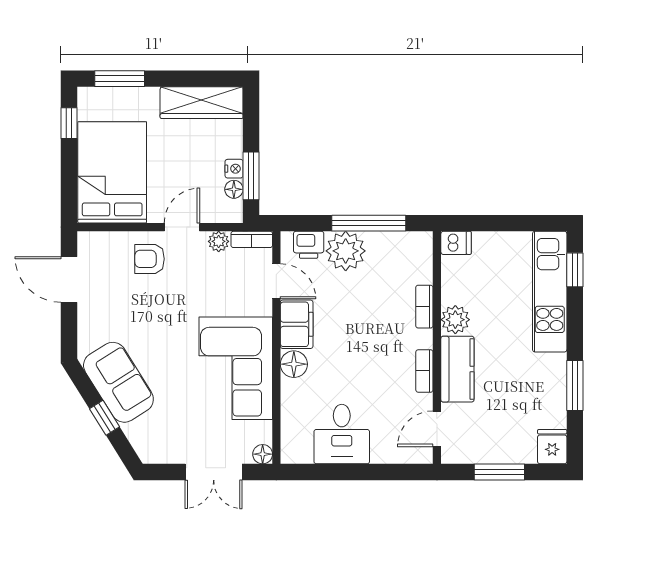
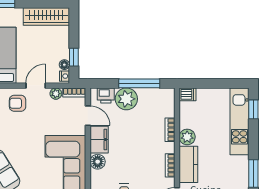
nightstand: (234, 169) -> (64, 76), moved
window: (251, 176) -> (74, 57), width x0.67

